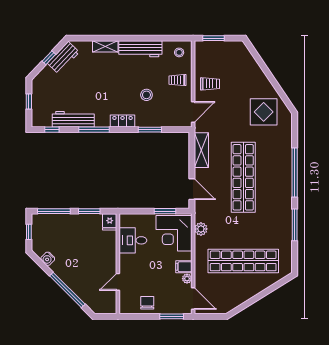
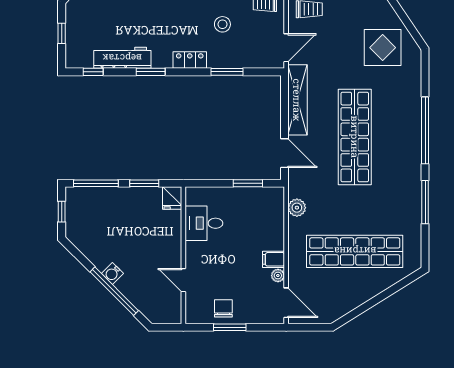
window: (94, 130) -> (151, 72), width x0.69
shelving: (201, 150) -> (297, 100), width x1.47
corner desk: (174, 233) -> (260, 213), removed
water cooler: (48, 259) -> (112, 273), moved
door: (118, 282) -> (183, 280), hinge flipped
window: (172, 316) -> (230, 327), moved

